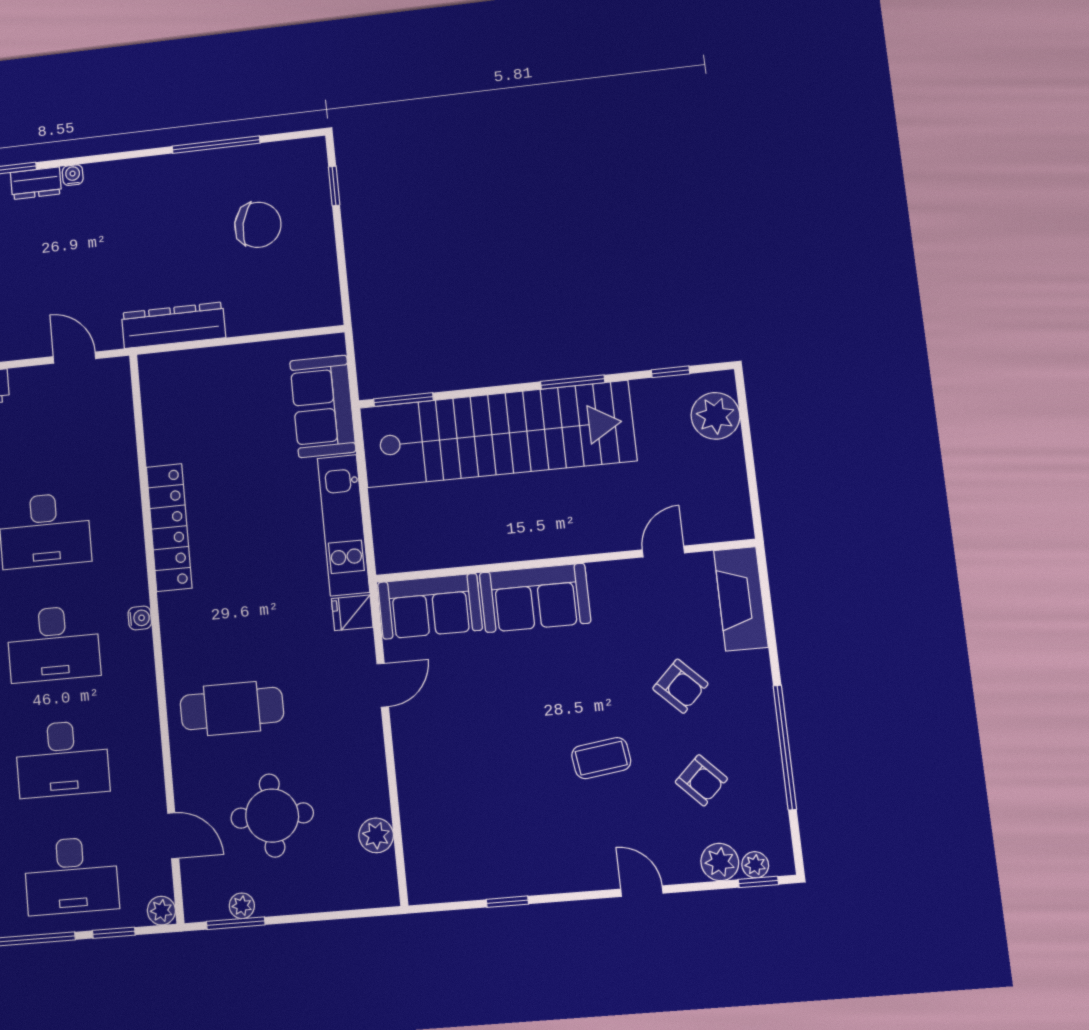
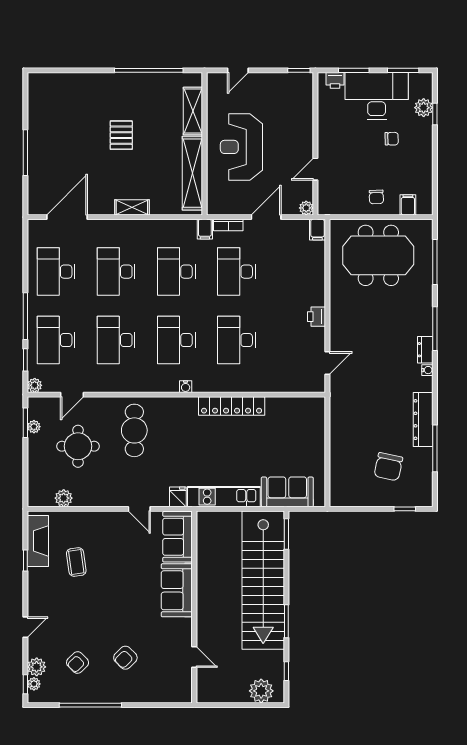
dresser: (173, 325) -> (423, 420), moved, turned 180
fireplace: (741, 599) -> (38, 541), moved, turned 90
coffee table: (601, 758) -> (76, 562), moved

